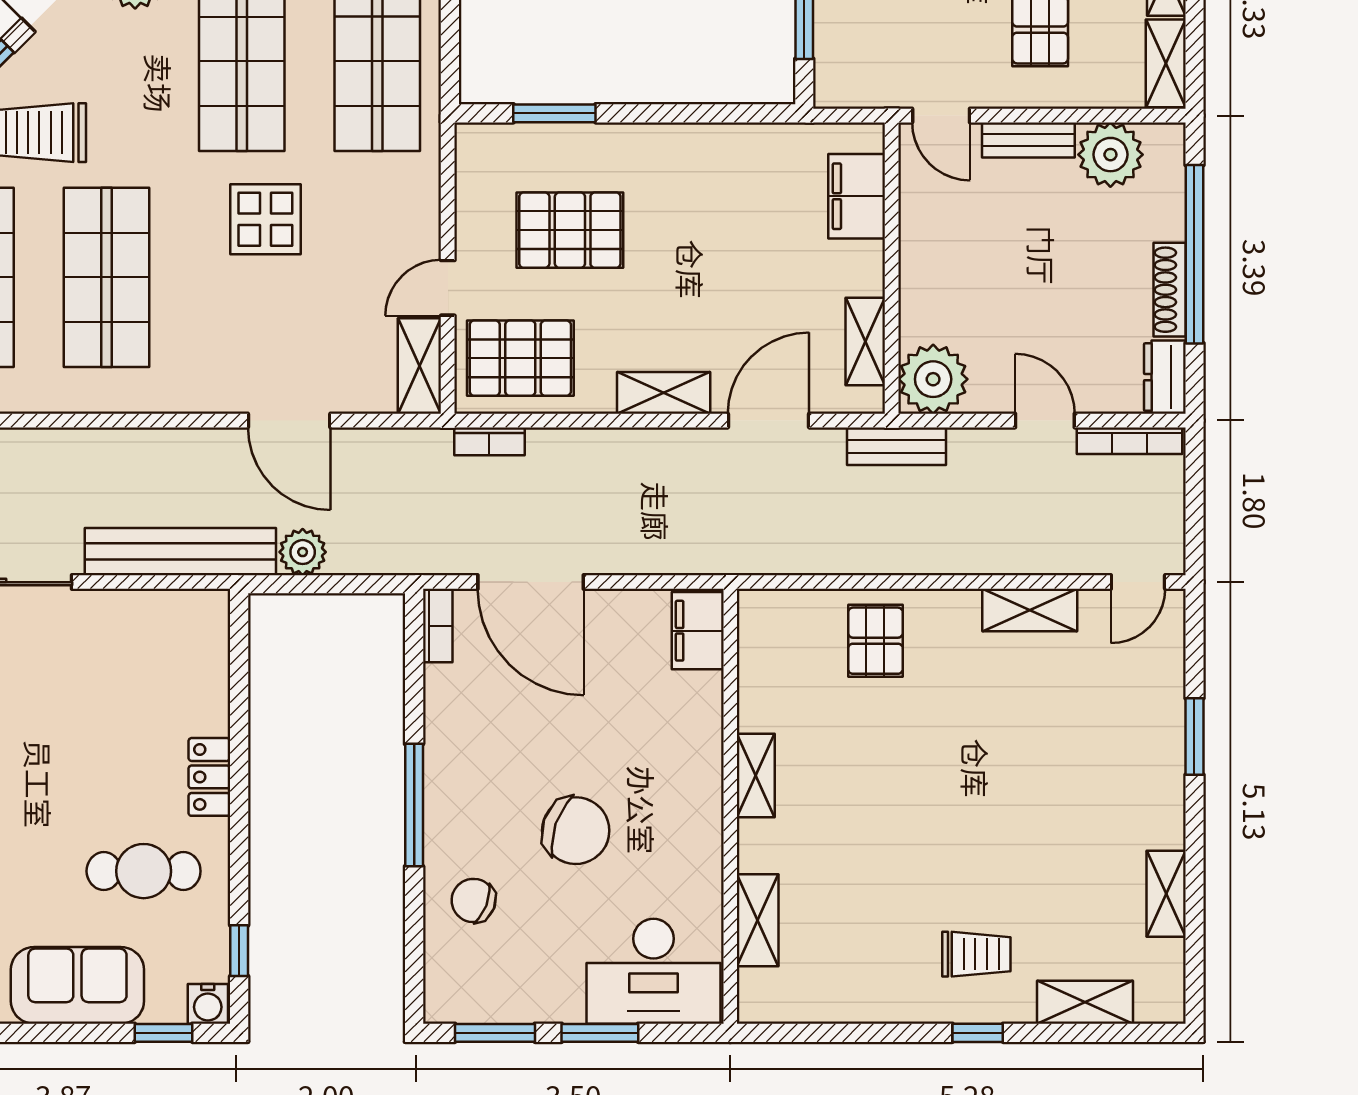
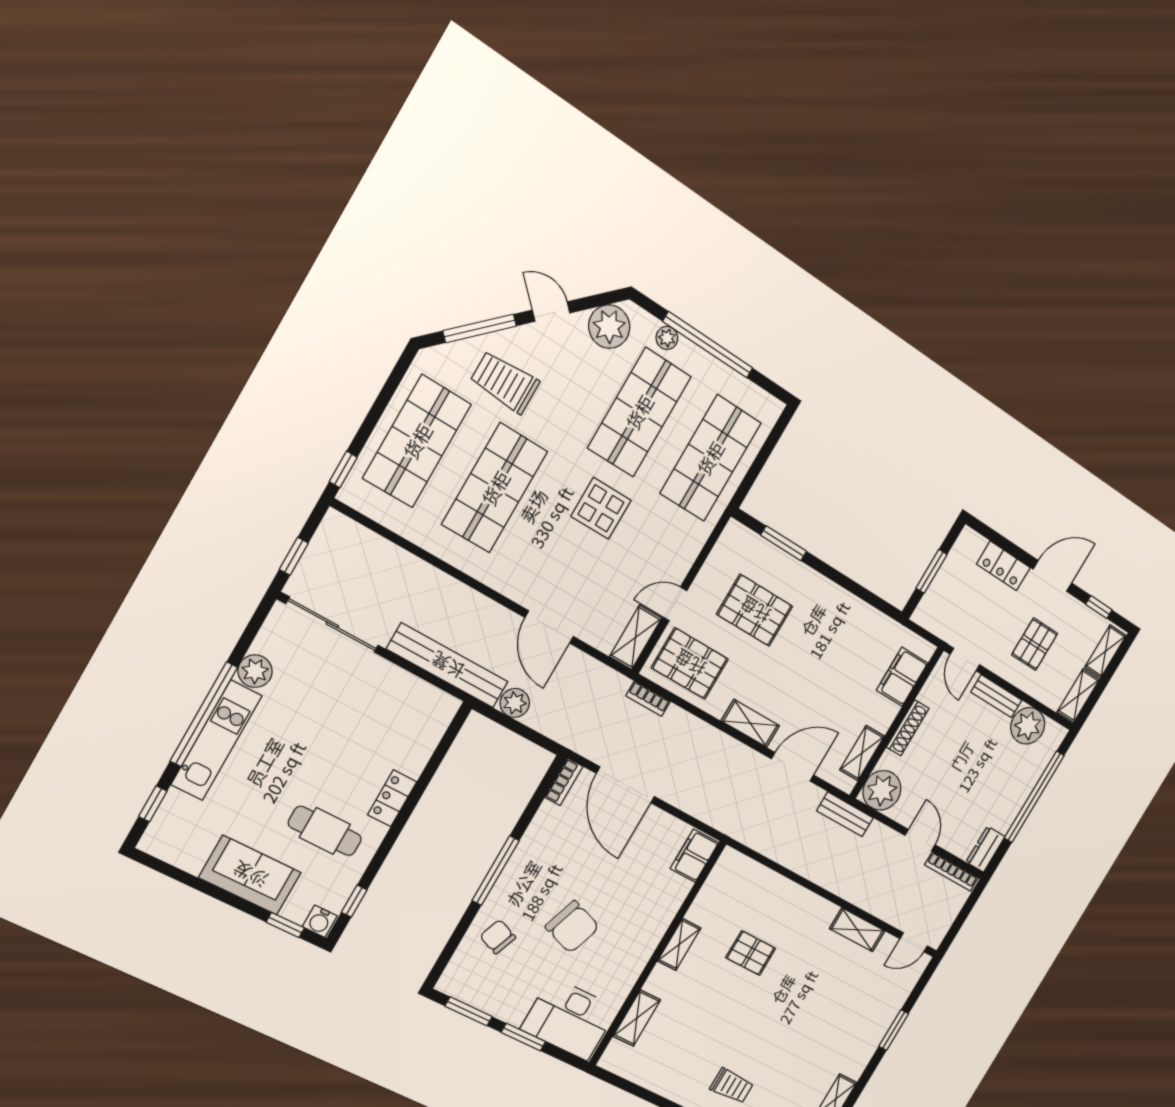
shoe rack: (1170, 290) -> (908, 728), moved, turned 180
pallet: (875, 641) -> (751, 953), moved, turned 90

